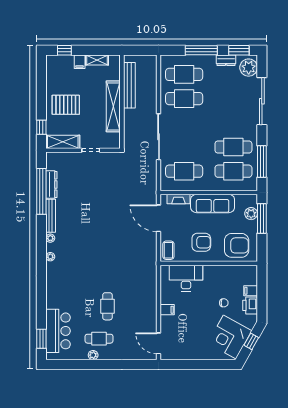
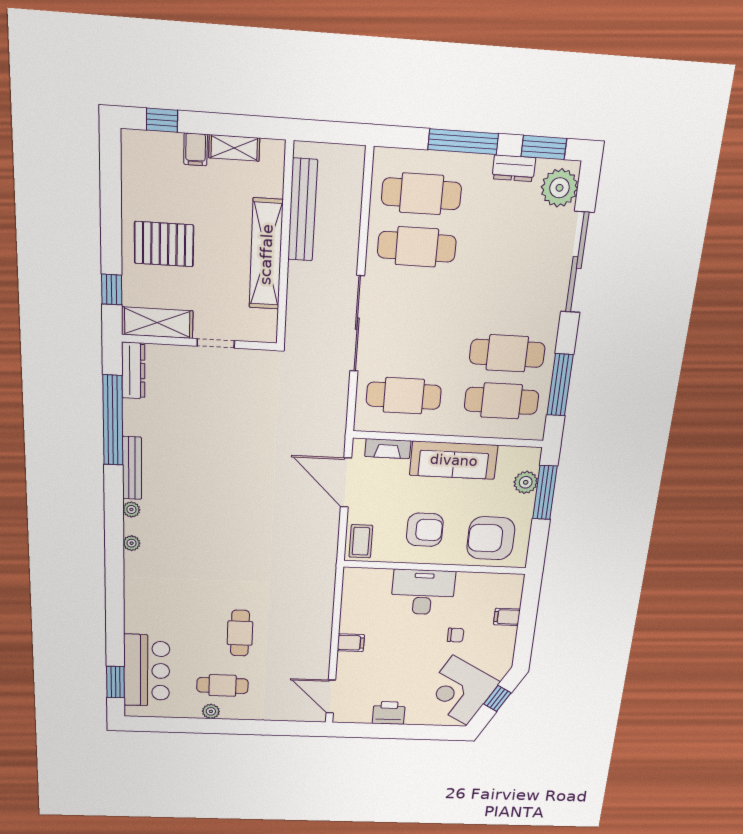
dresser: (51, 184) -> (133, 371), moved
armchair: (237, 245) -> (491, 538), turned 180
desk: (186, 278) -> (423, 592), moved
printer: (250, 305) -> (389, 713), moved, turned 90

